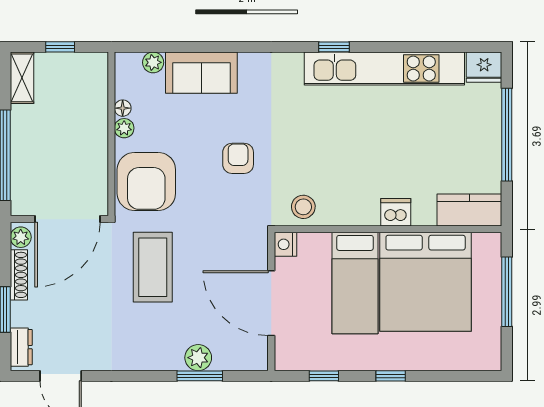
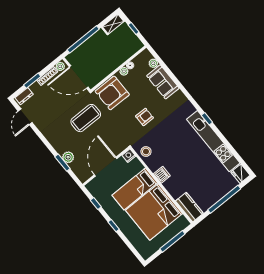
dishwasher: (396, 212) -> (162, 175), moved

